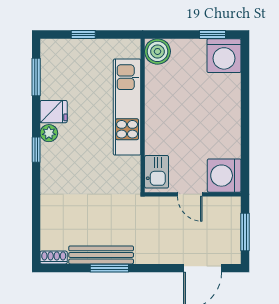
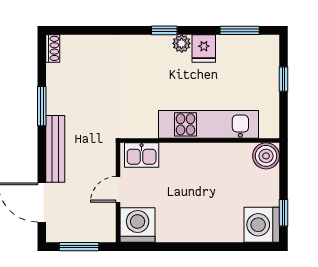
bench: (101, 255) -> (55, 149), moved

